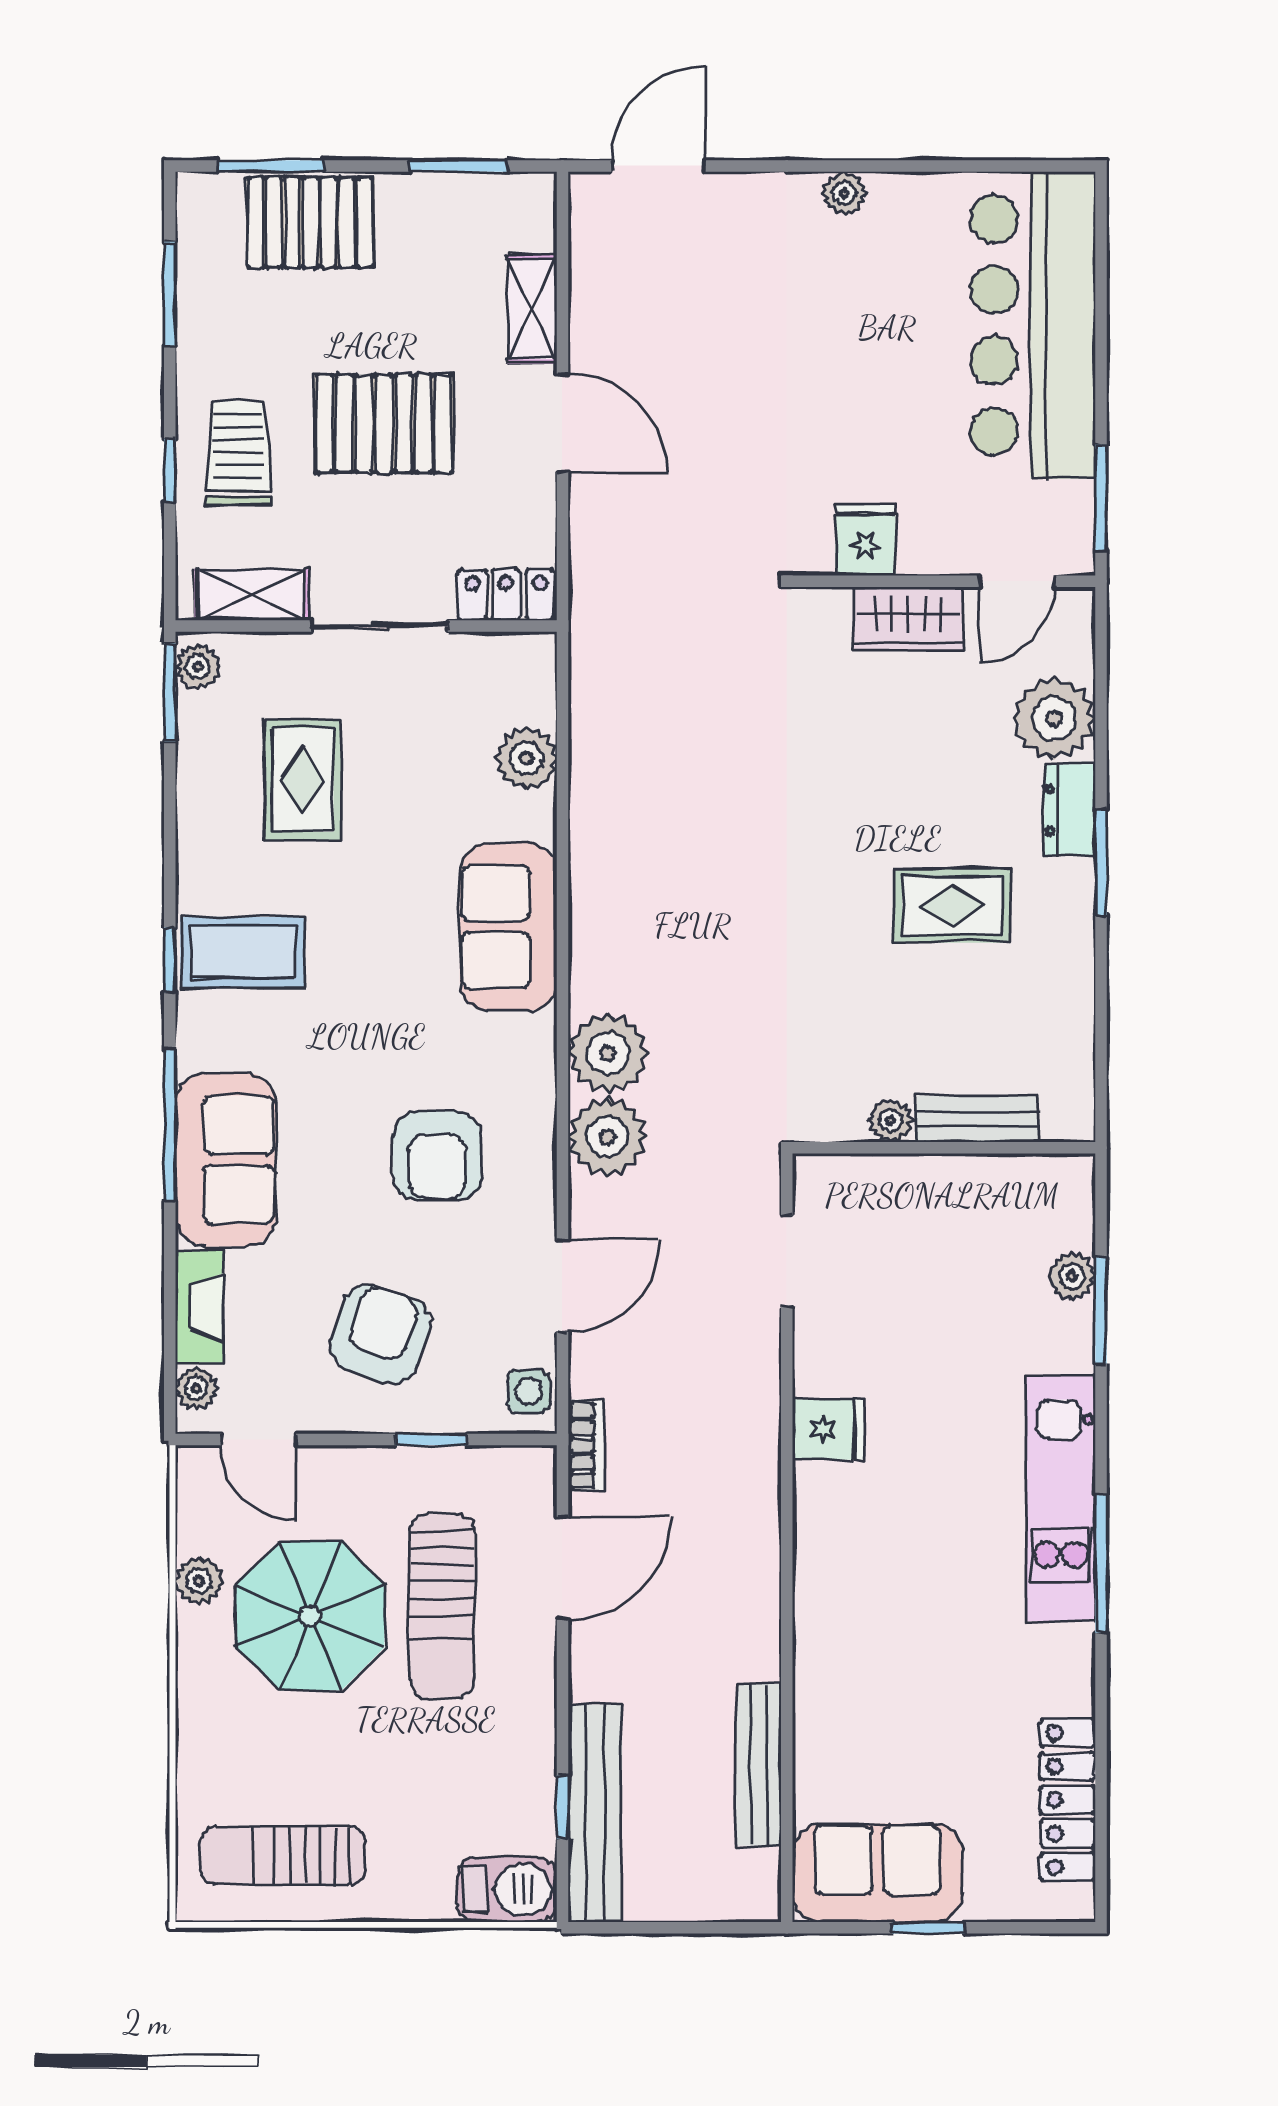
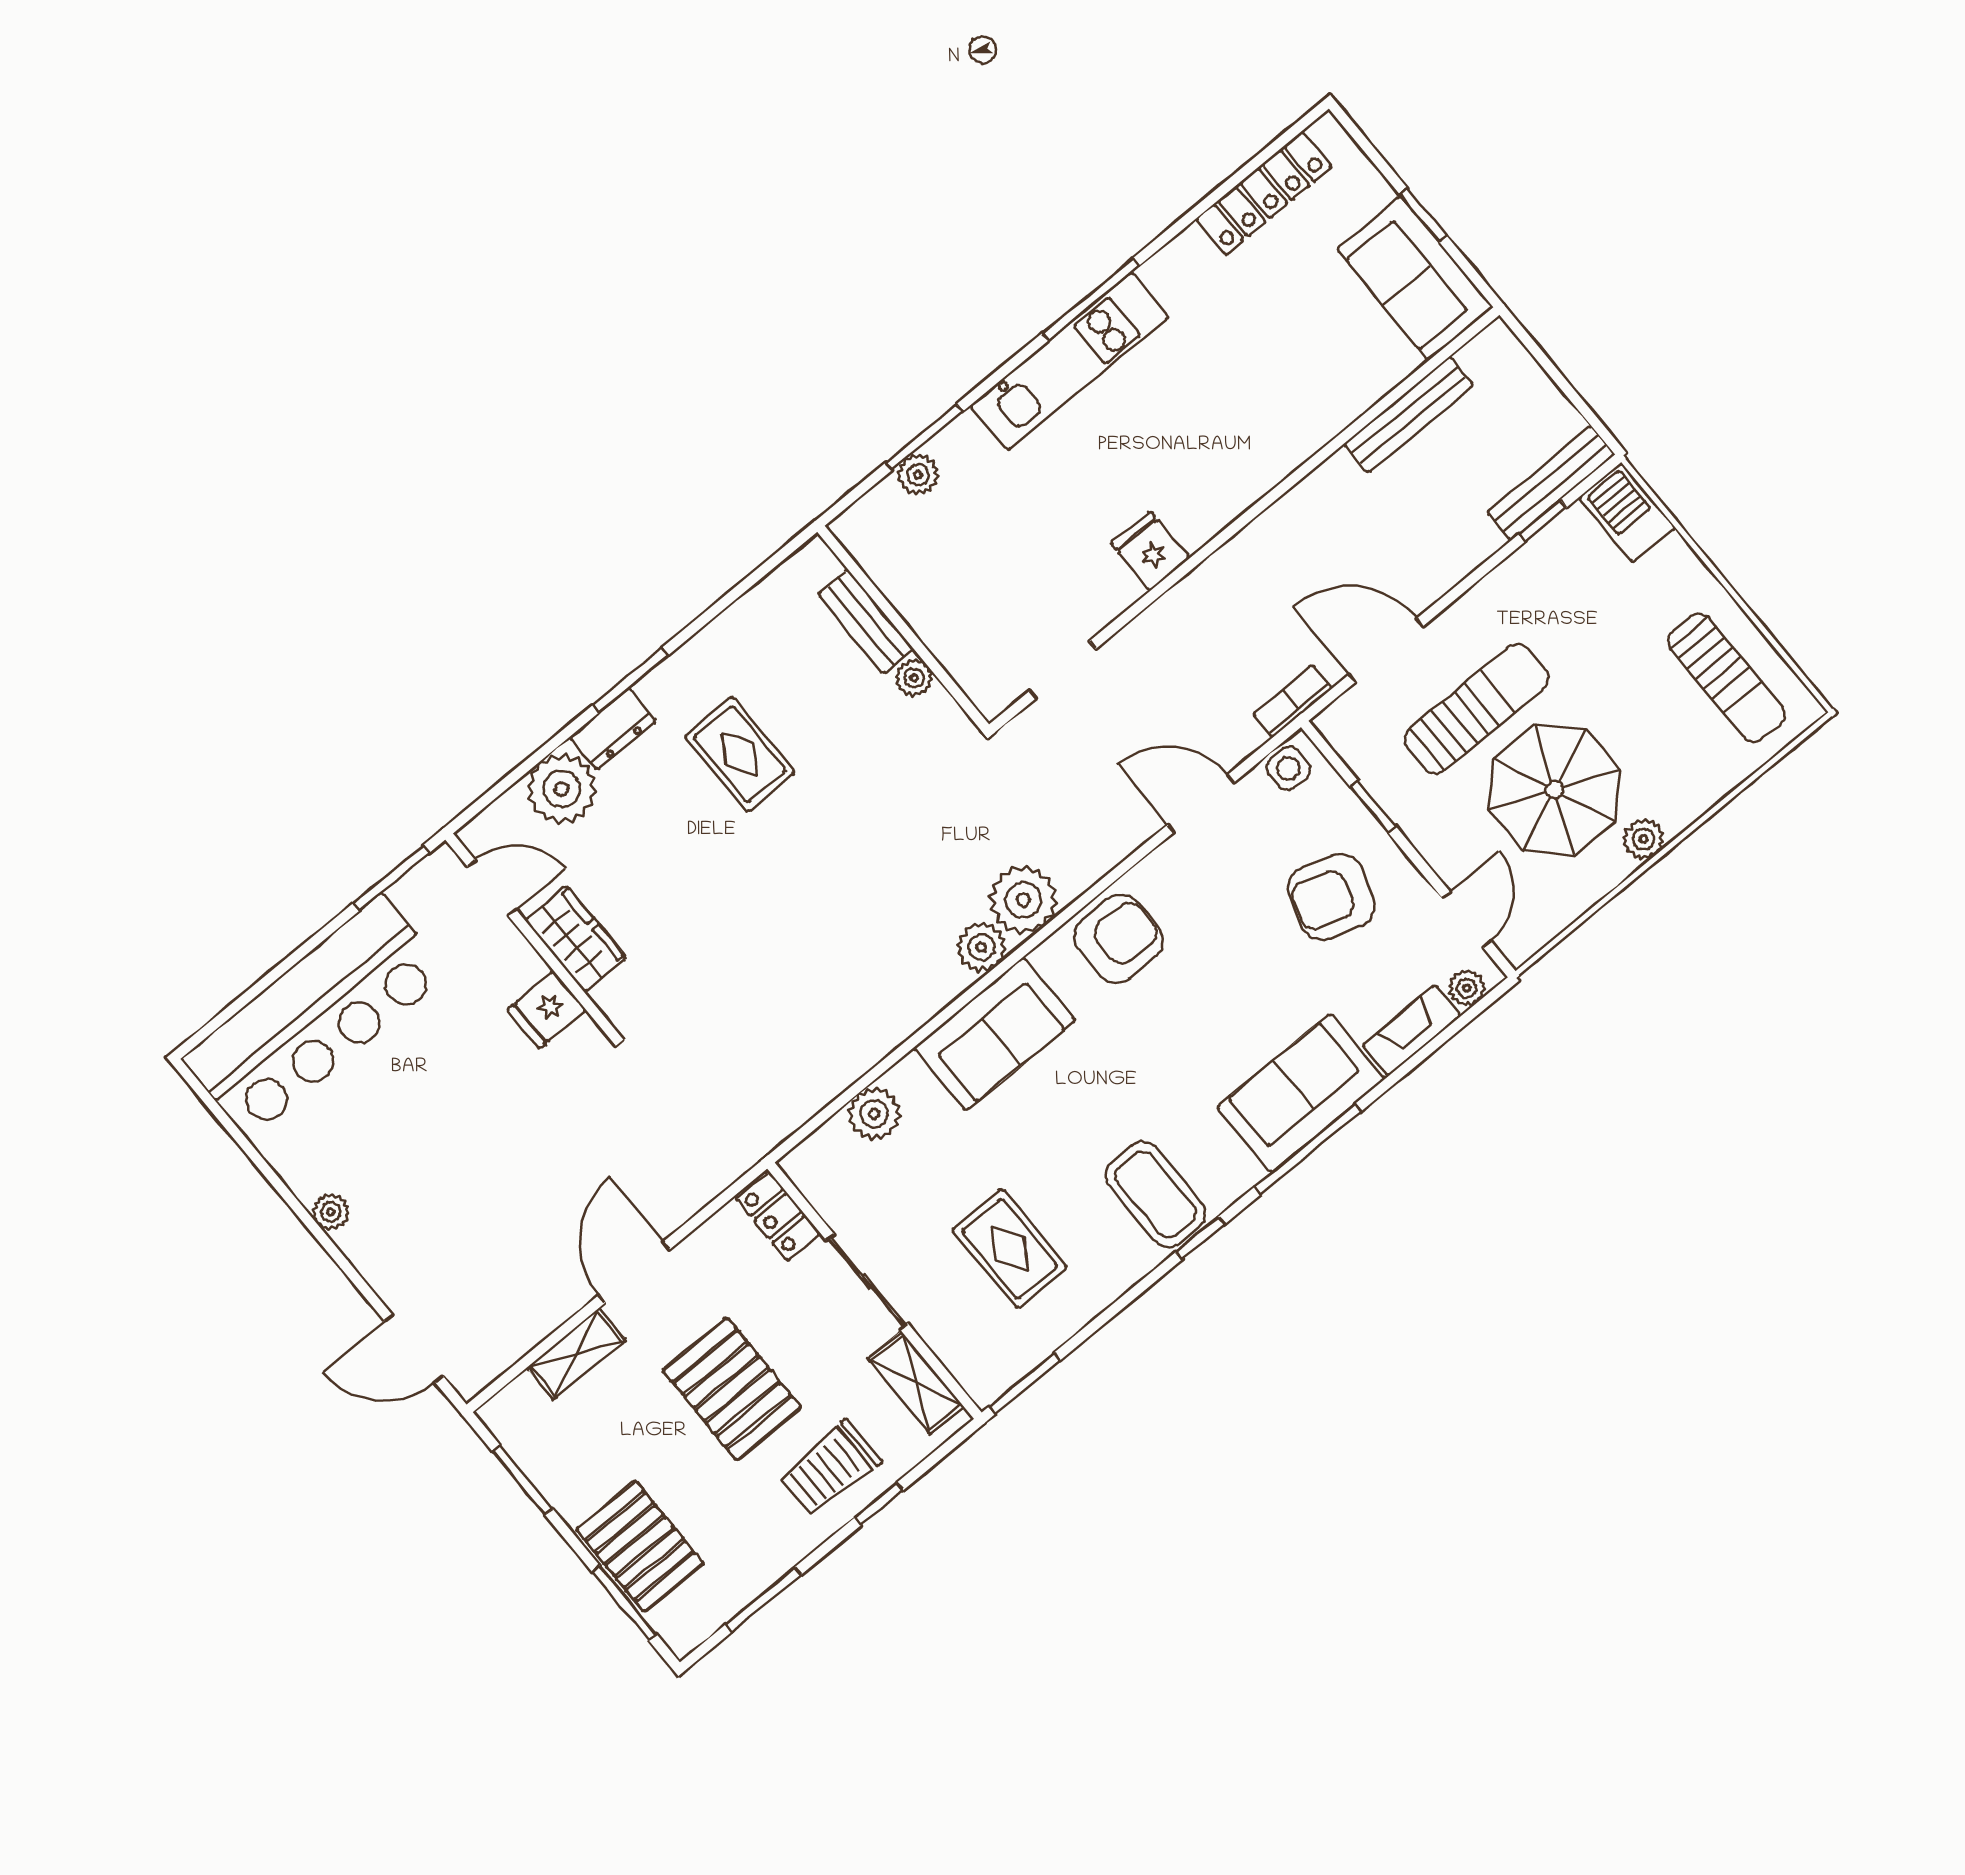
plant: (198, 666) -> (992, 1379), removed
rug: (303, 780) -> (1010, 1249), turned 90
plant: (607, 1137) -> (981, 947), moved, width x0.73, depth x0.73
armchair: (437, 1156) -> (1119, 939), moved
plant: (199, 1581) -> (1643, 839), moved
bench: (595, 1813) -> (1551, 483), width x0.73, depth x0.82

